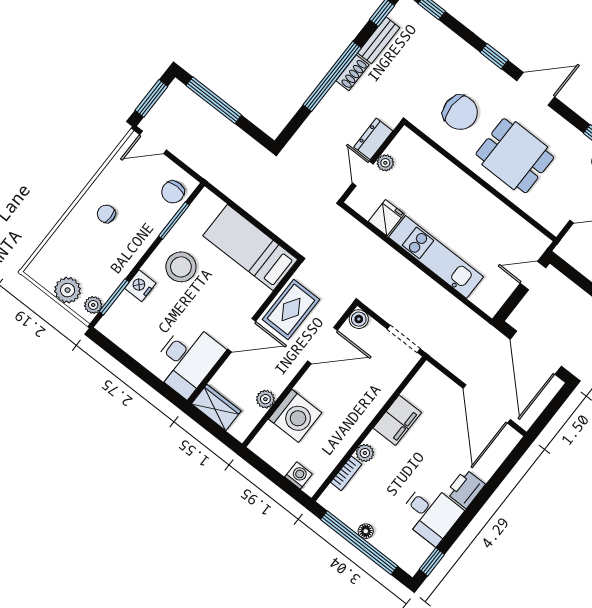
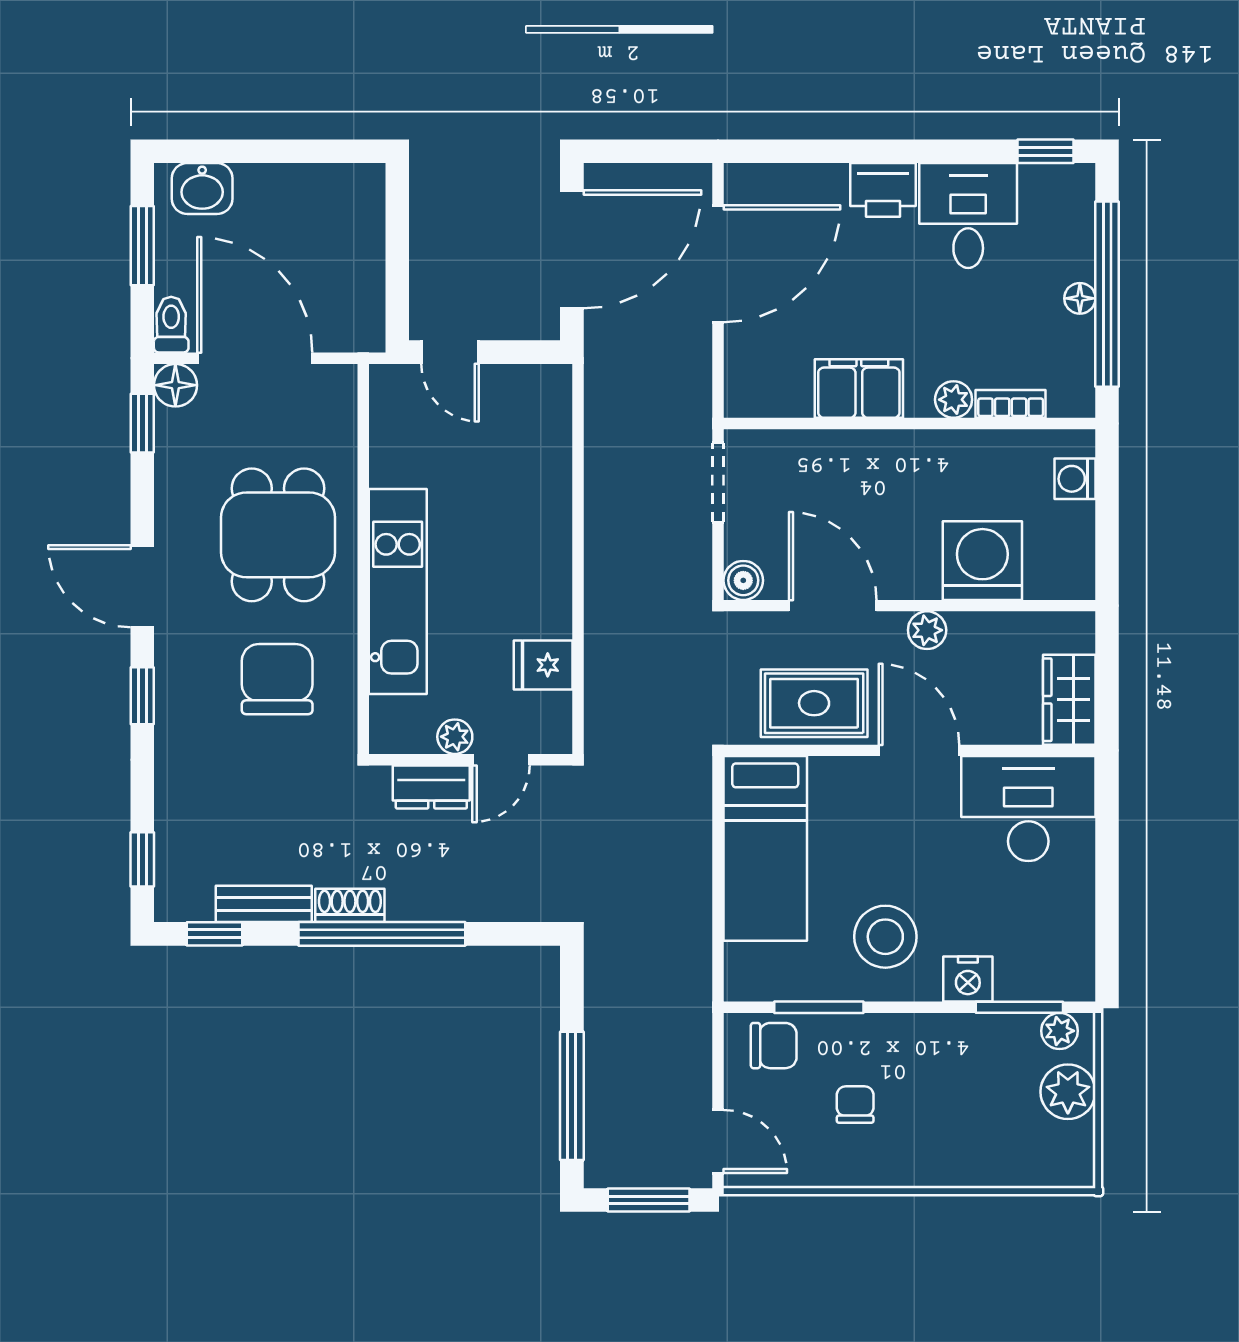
chair: (106, 214) -> (855, 1105), moved, turned 180
kitchen unit: (436, 257) -> (398, 592), moved, turned 180
plant: (265, 399) -> (927, 630), moved

